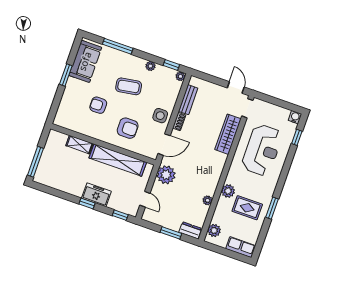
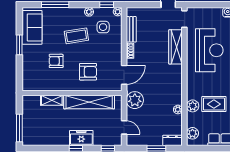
side table: (160, 116) -> (103, 27), moved
plant: (228, 191) -> (193, 106), moved

